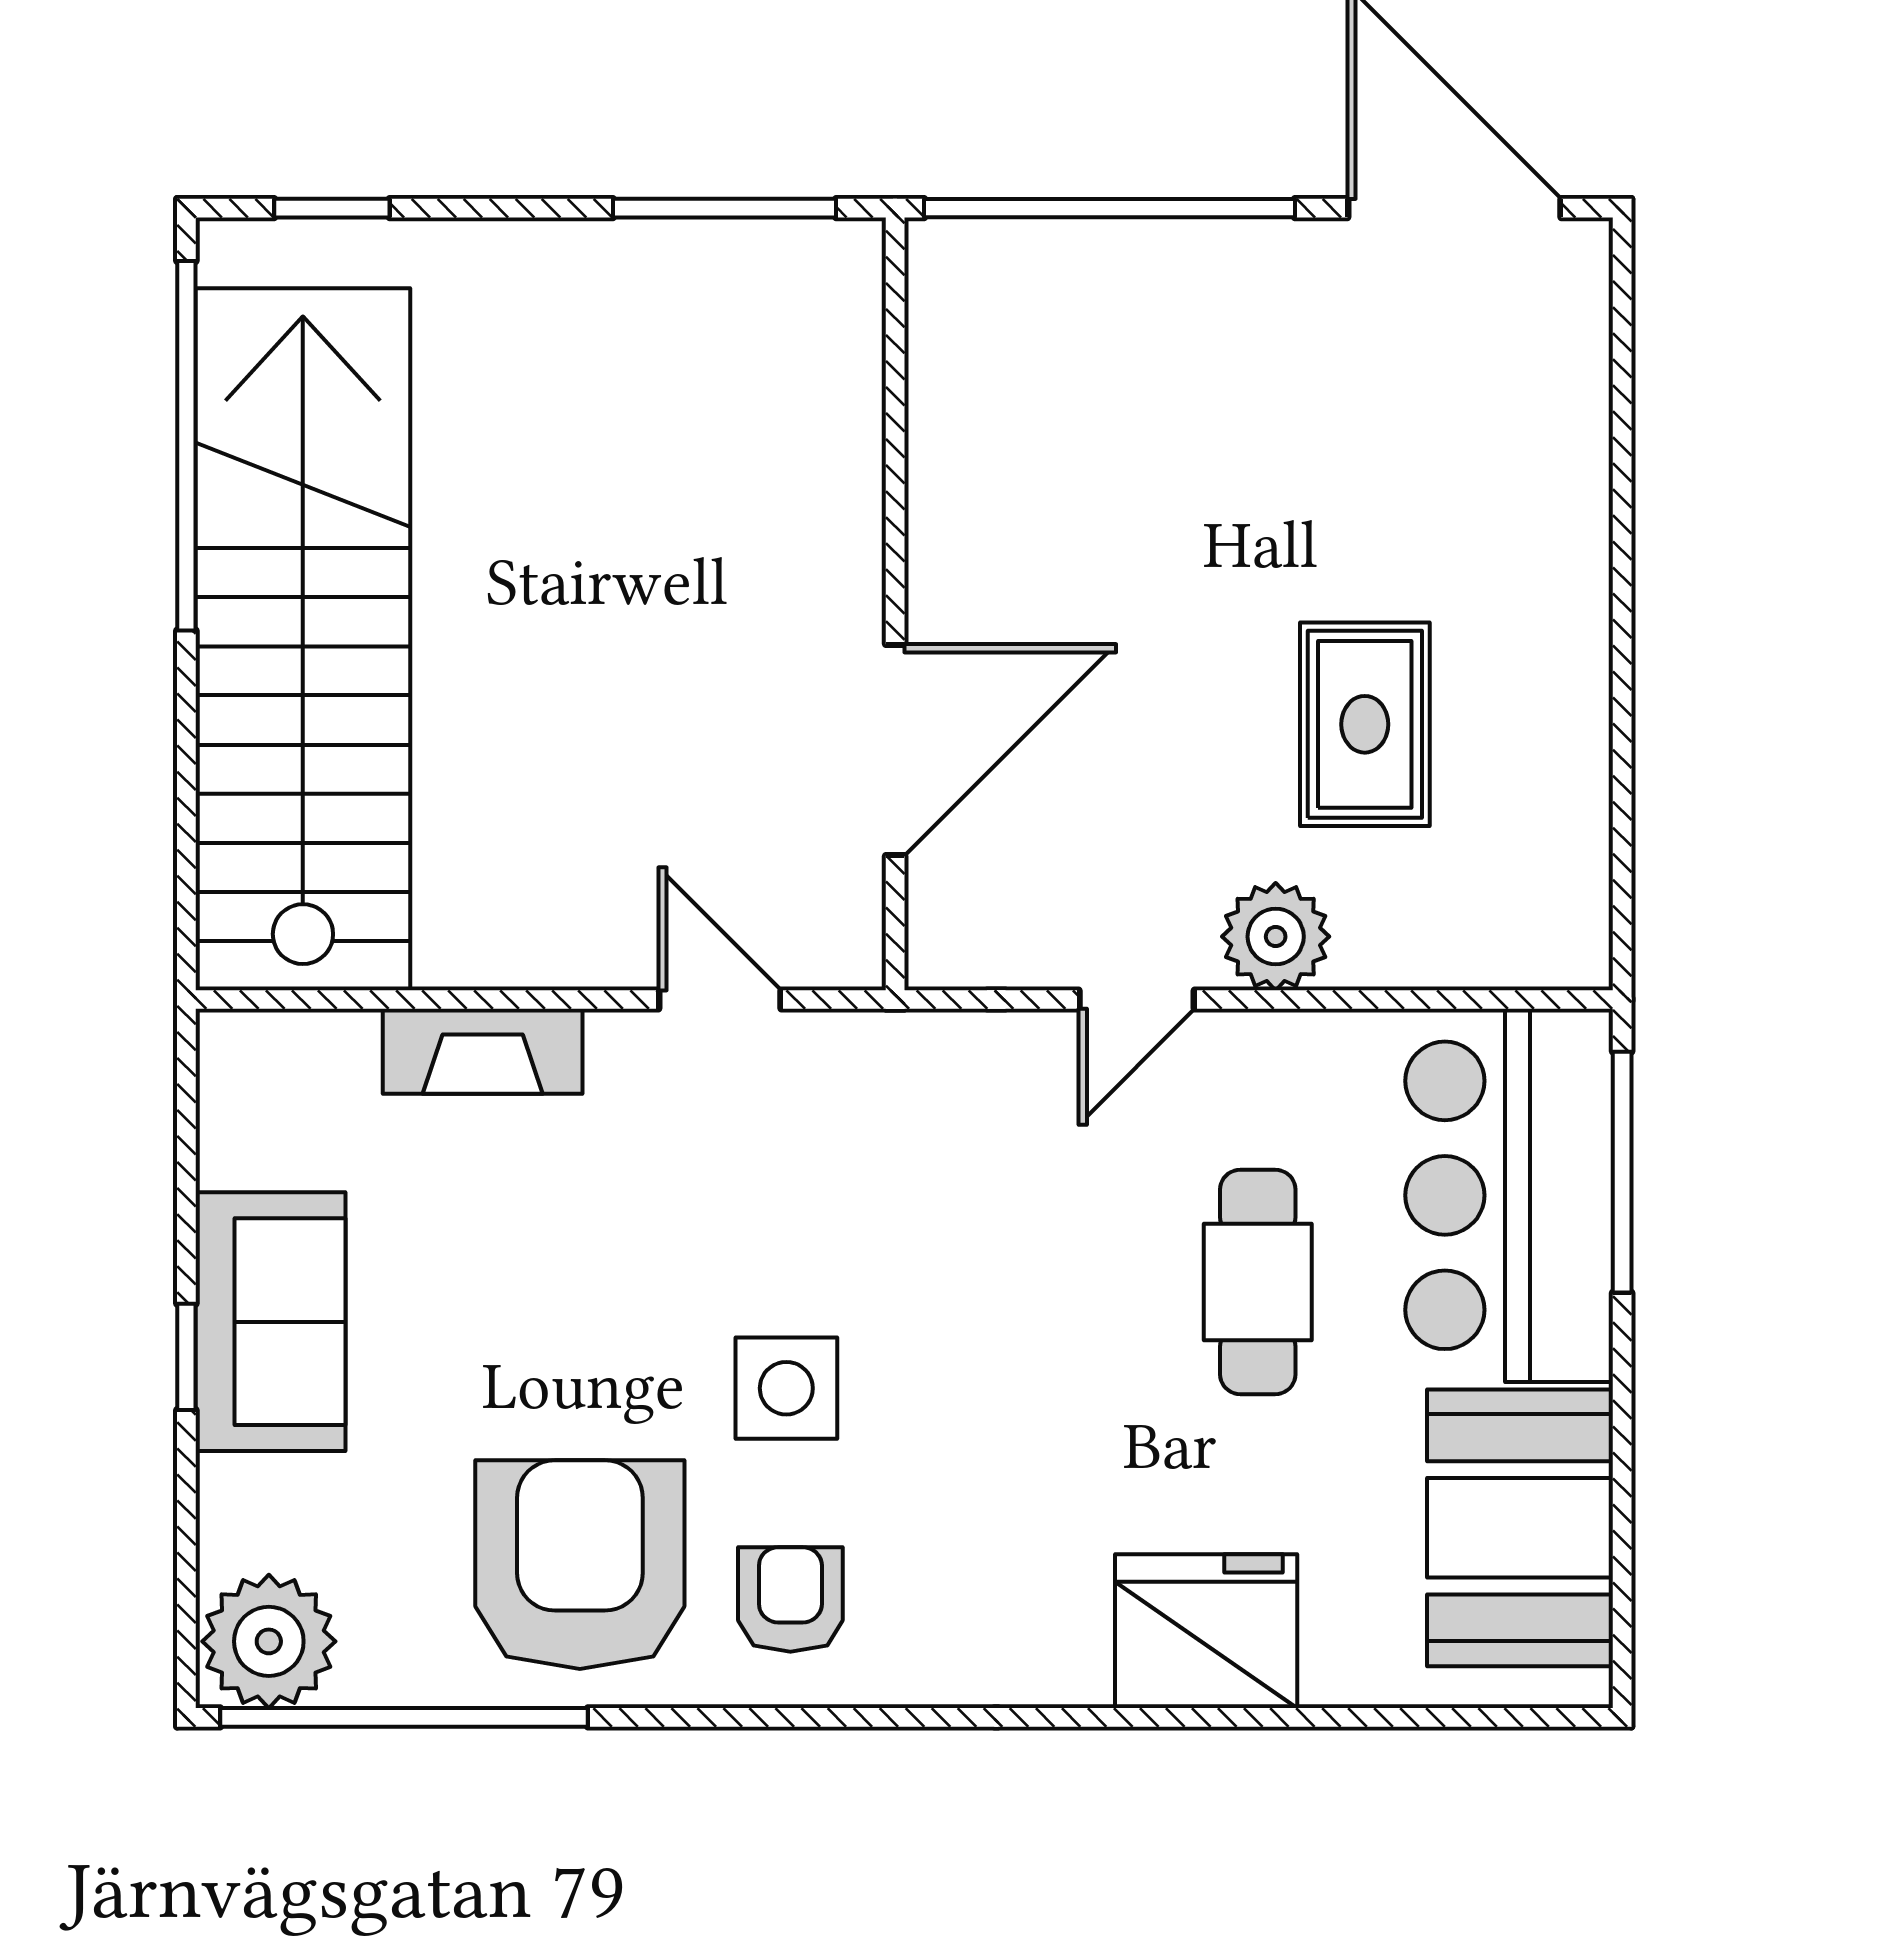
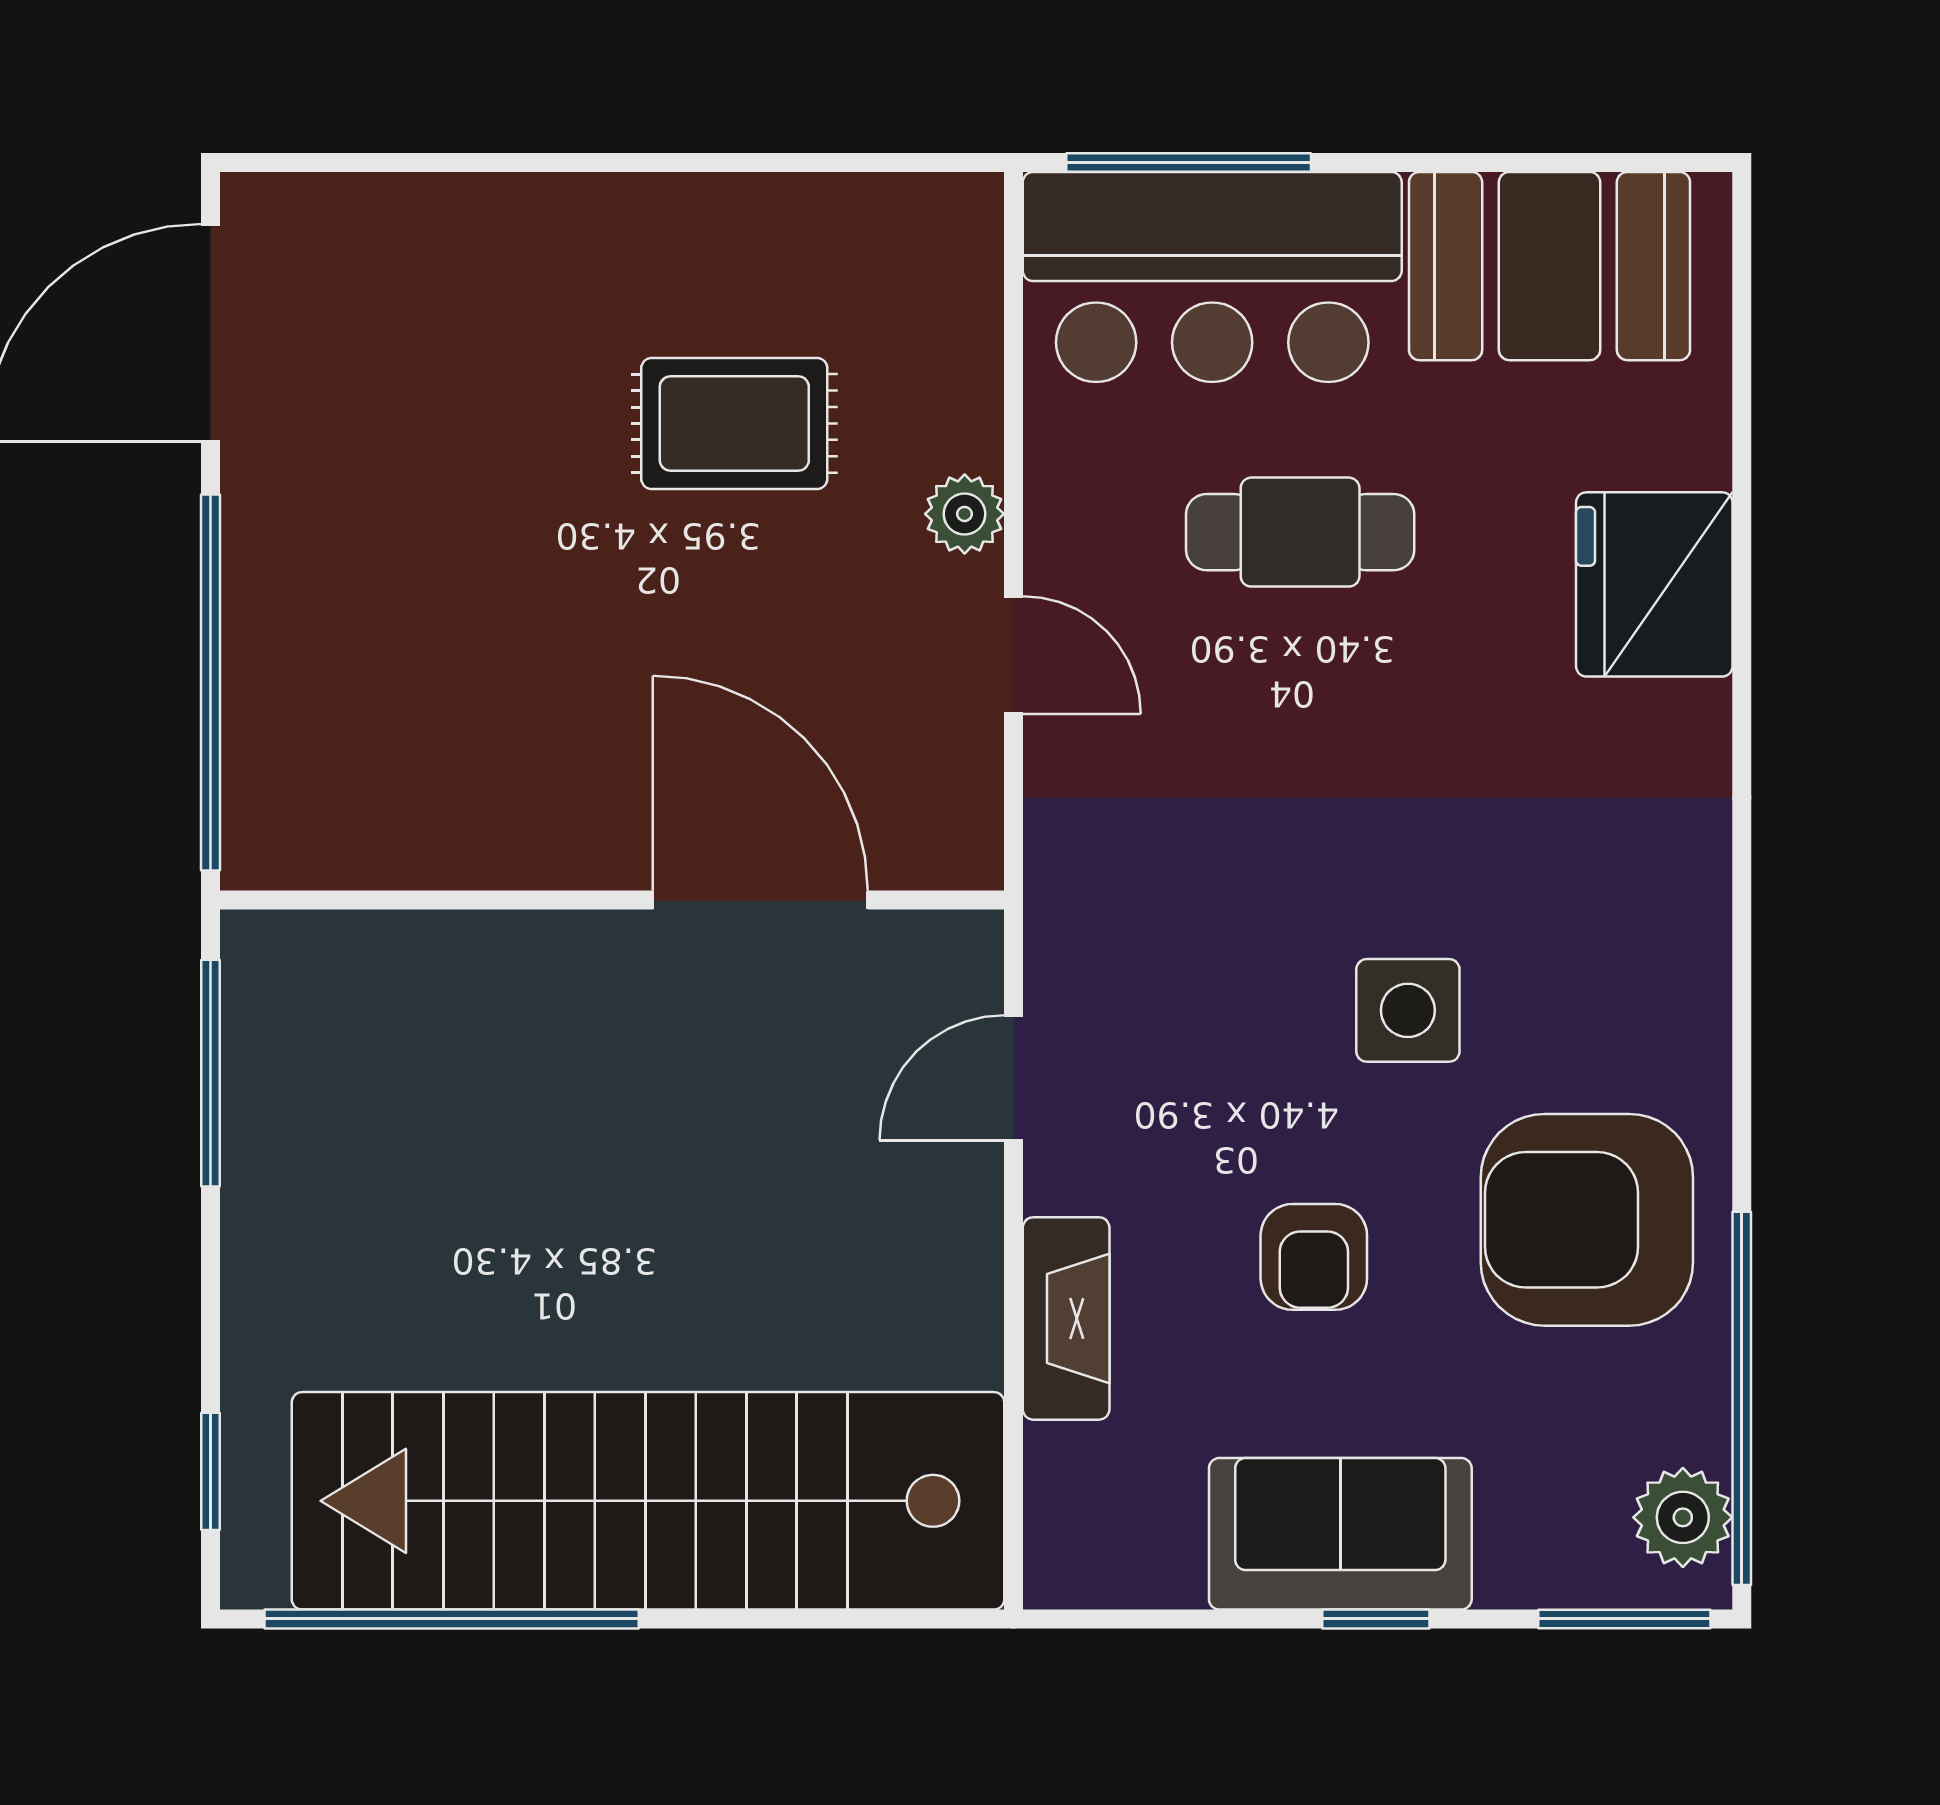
plant: (1276, 937) -> (965, 514), width x0.73, depth x0.73
armchair: (790, 1599) -> (1314, 1257), moved, turned -90
window: (186, 1602) -> (1624, 1619), added
plant: (269, 1641) -> (1683, 1517), width x0.73, depth x0.73

